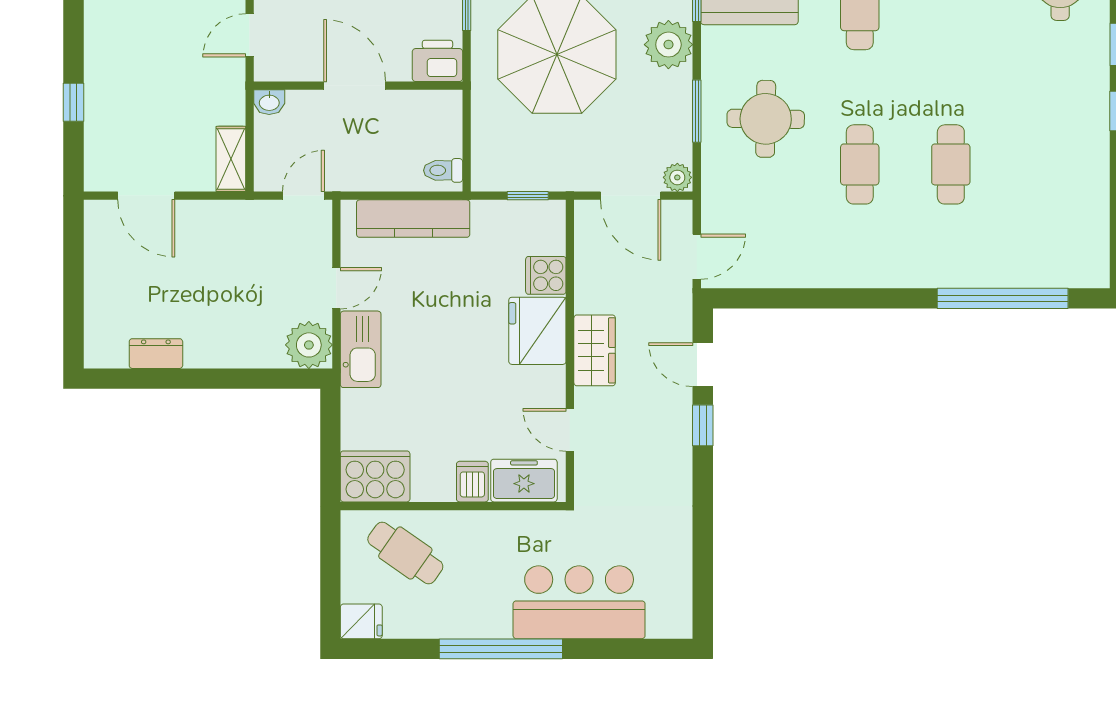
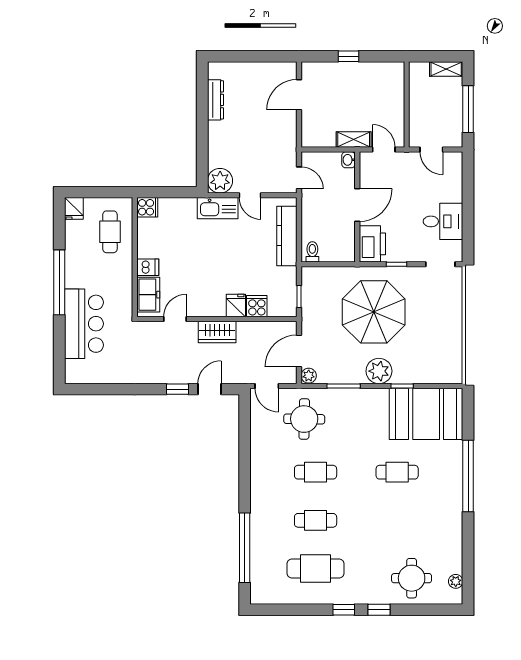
printer: (437, 61) -> (372, 244), width x1.37, depth x1.19
round table: (766, 119) -> (304, 419), moved
shelving: (231, 159) -> (354, 140), moved
cafe table: (1042, 164) -> (316, 569), added
fridge: (537, 331) -> (236, 305), width x0.53, depth x0.75
dresser: (156, 354) -> (215, 100), width x1.44
cooker: (375, 476) -> (147, 207), width x0.53, depth x0.76
cafe table: (405, 553) -> (110, 232), turned -35

